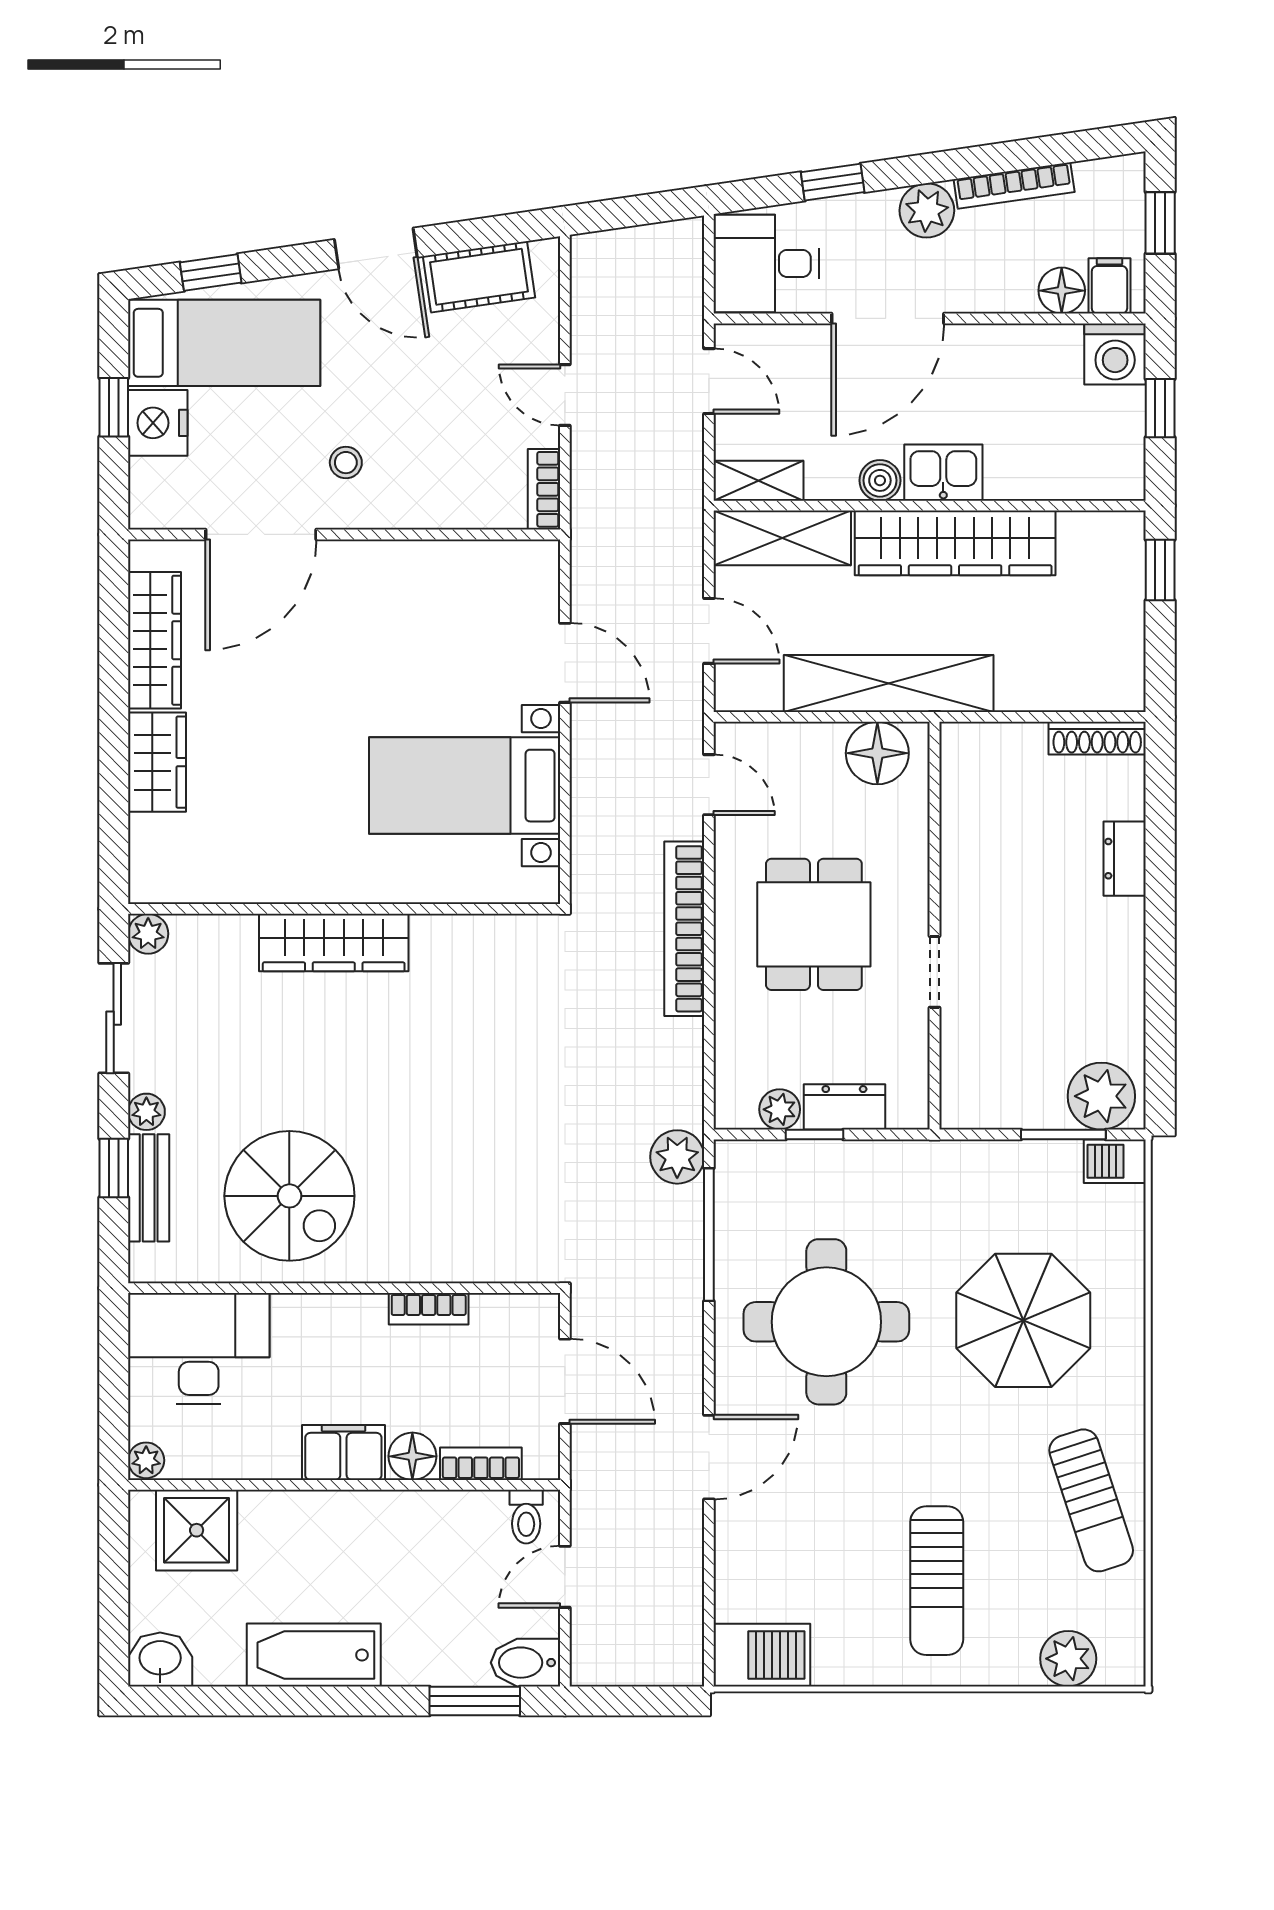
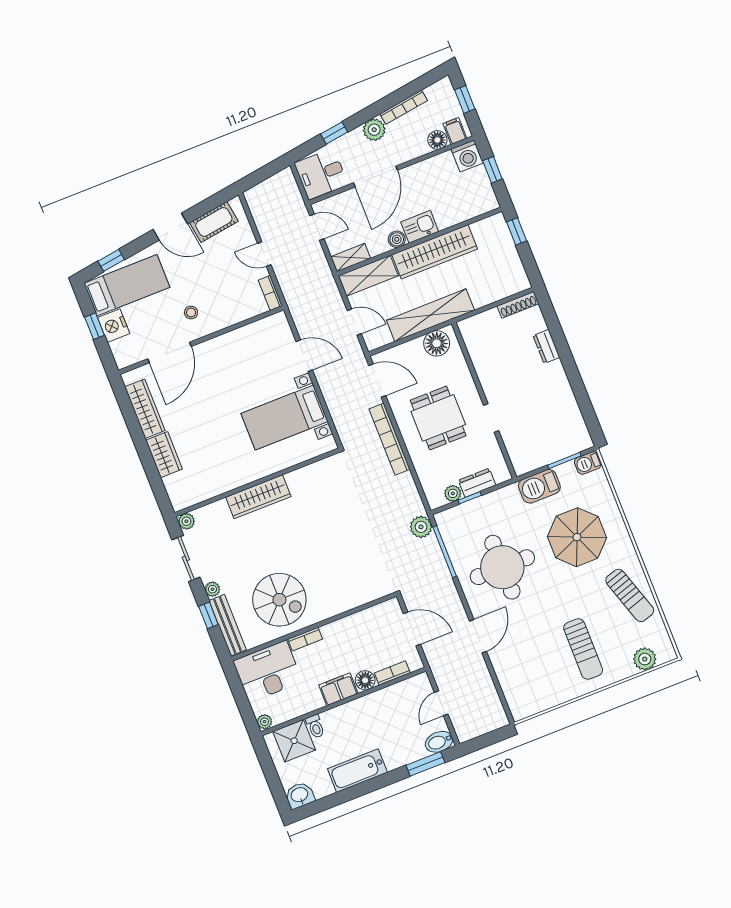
door: (709, 785) -> (377, 381), width x1.38
plant: (1101, 1096) -> (573, 440), removed
bench: (149, 1188) -> (228, 625), width x1.36
bookcase: (429, 1309) -> (305, 639), moved
toilet: (526, 1517) -> (315, 726), moved
barbecue: (762, 1655) -> (539, 486), moved, turned 180

